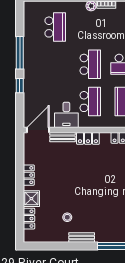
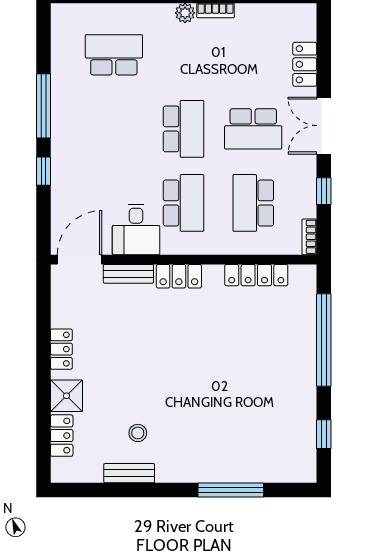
school desk: (55, 27) -> (114, 55), turned -90
bench: (82, 237) -> (129, 473), moved

